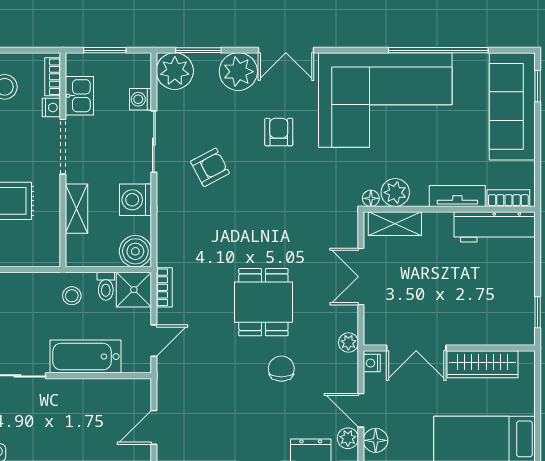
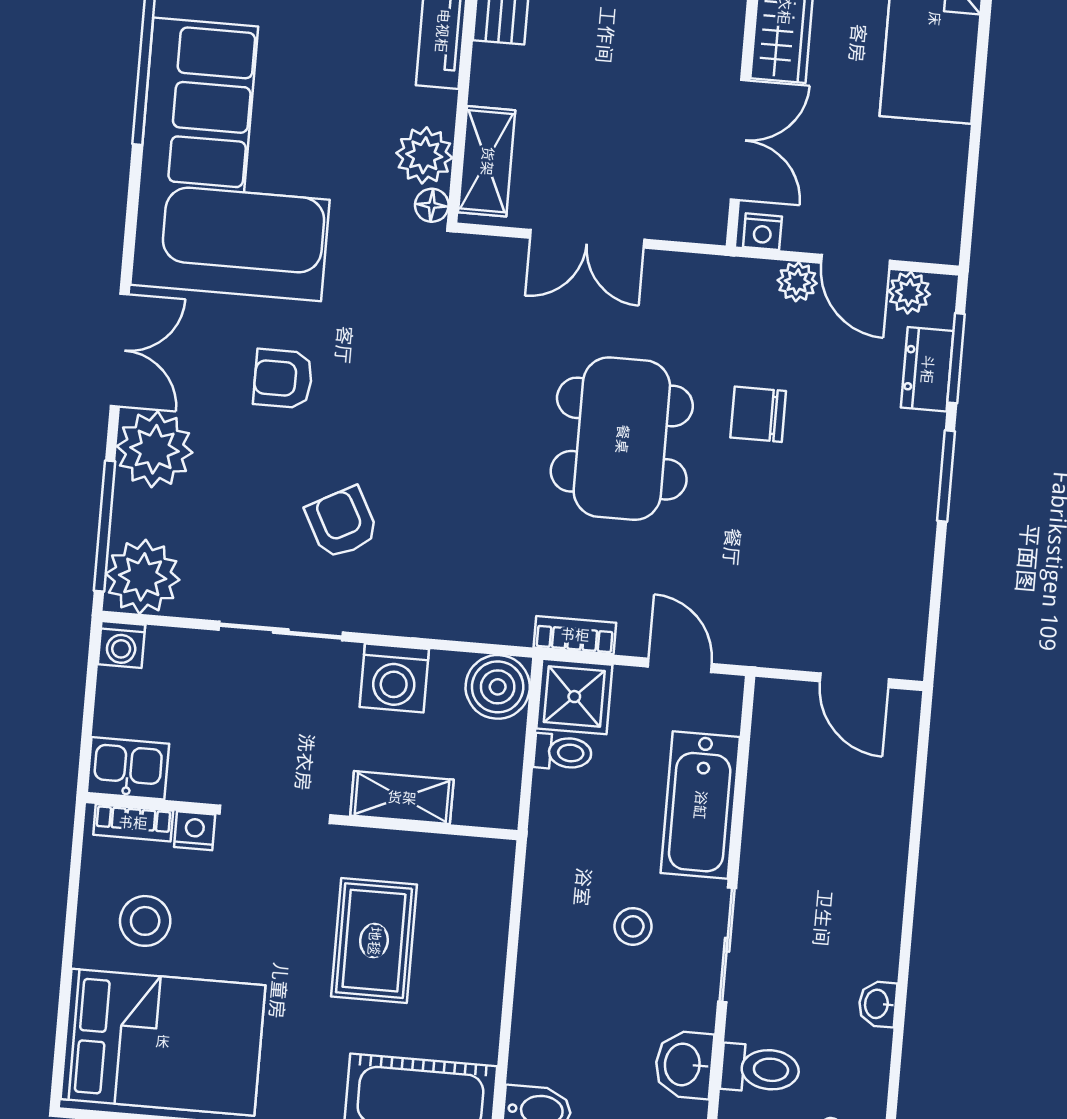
window: (105, 50) -> (88, 714), removed
window: (198, 50) -> (105, 526), width x1.44
kitchen sink: (79, 96) -> (128, 768), moved
washing machine: (140, 99) -> (121, 645), moved
stool: (72, 296) -> (633, 926), moved
dining table: (263, 302) -> (622, 439), width x1.38
plant: (348, 343) -> (797, 282), moved
door: (361, 410) -> (855, 262), hinge flipped
floor lamp: (376, 440) -> (918, 238), removed

